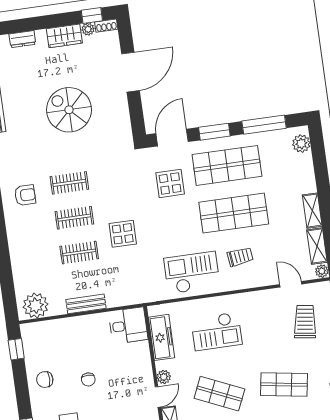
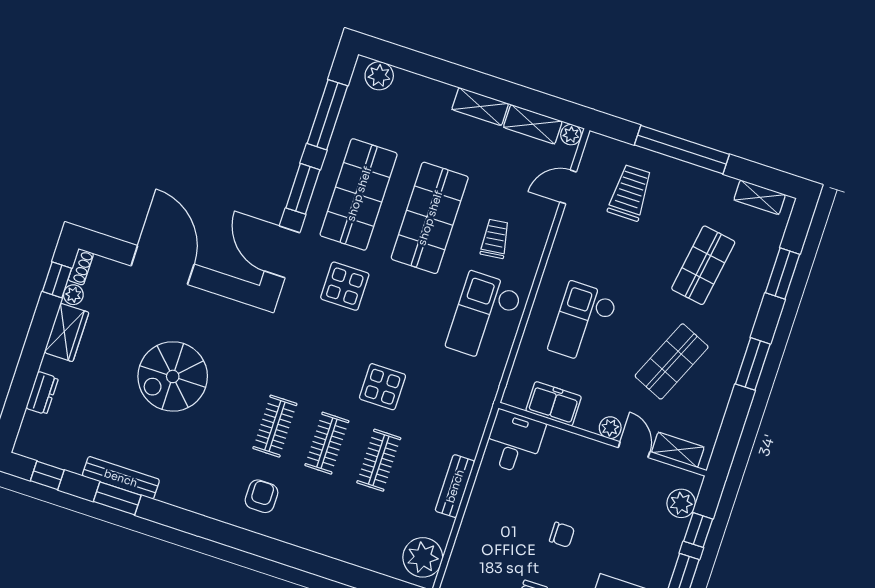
trolley: (305, 322) -> (630, 193), turned 82
checkout: (217, 331) -> (583, 323), turned 180
freezer: (161, 337) -> (554, 404), width x0.71

